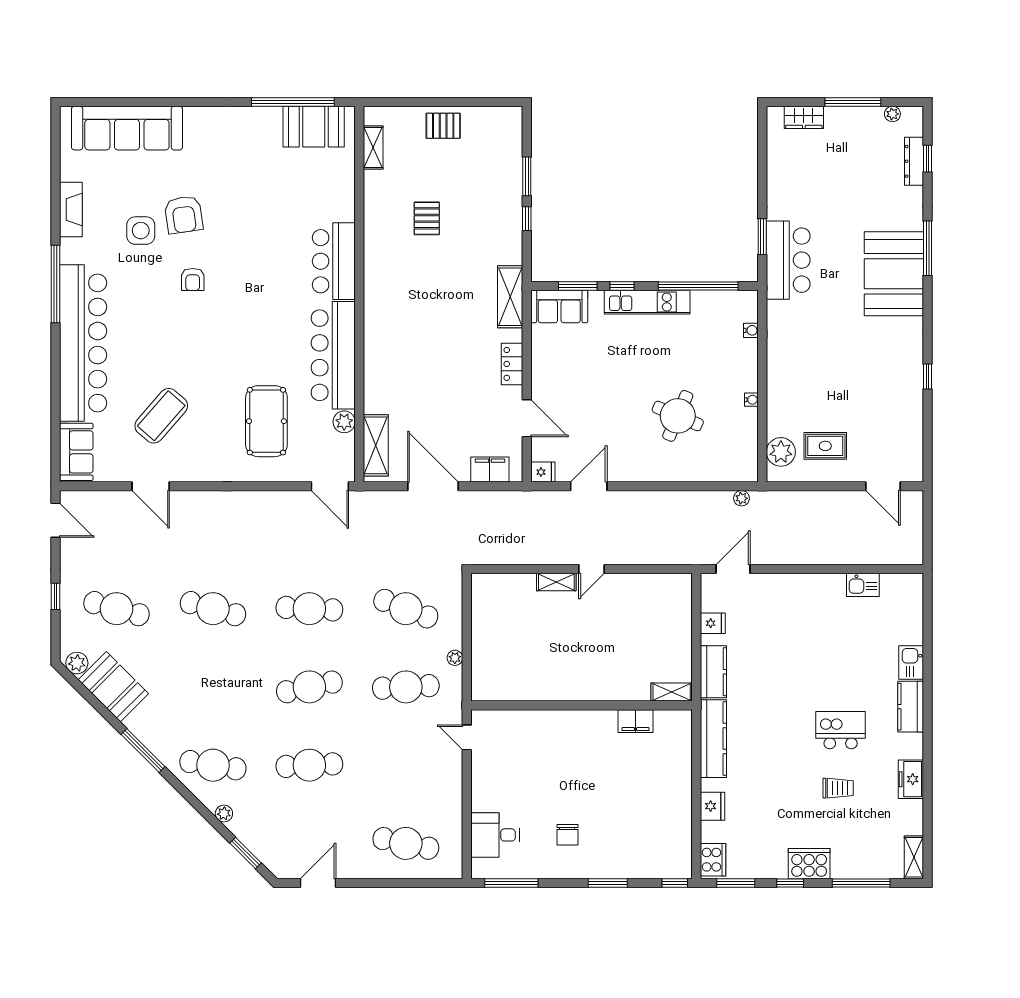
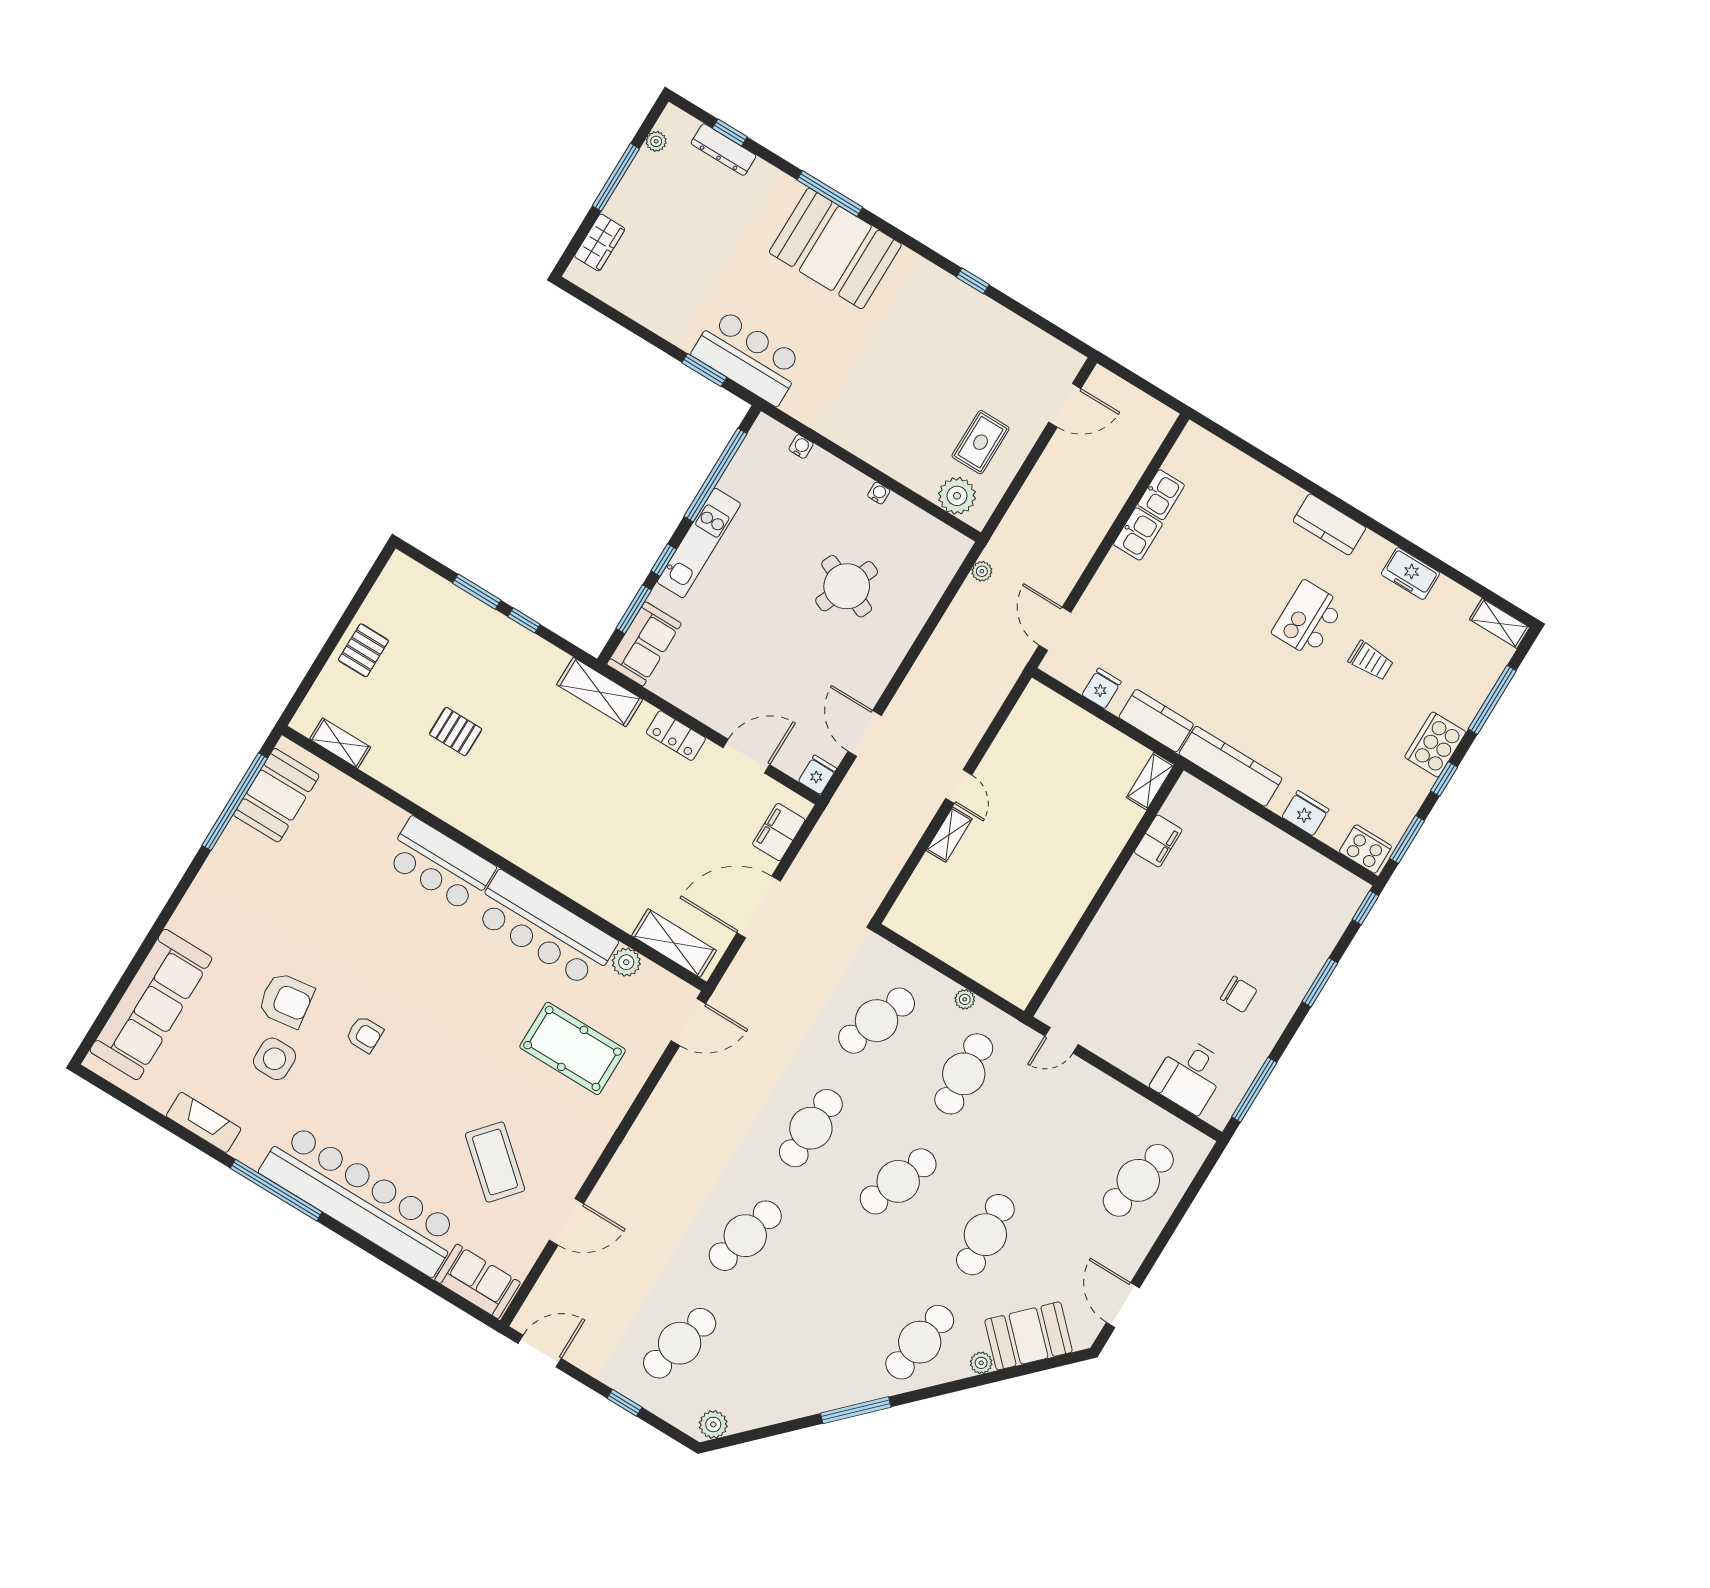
kitchen sink: (911, 663) -> (1138, 534), moved, turned -90
booth: (113, 687) -> (1028, 1336), moved
cafe table: (309, 687) -> (898, 1181), turned 33
trolley: (838, 788) -> (1371, 661), turned 90
window: (246, 853) -> (1040, 1366), removed

